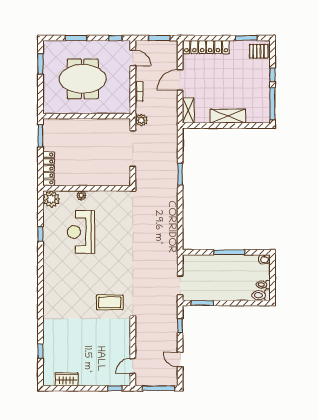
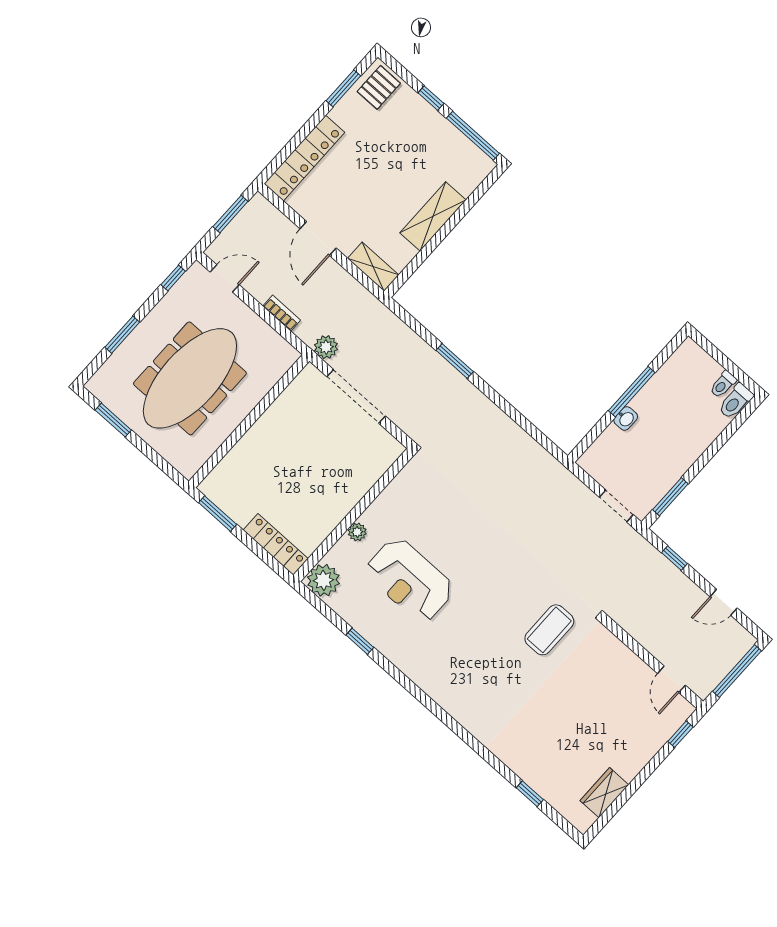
meeting table: (83, 79) -> (190, 378), width x1.36
washbasin: (264, 259) -> (626, 418), moved

